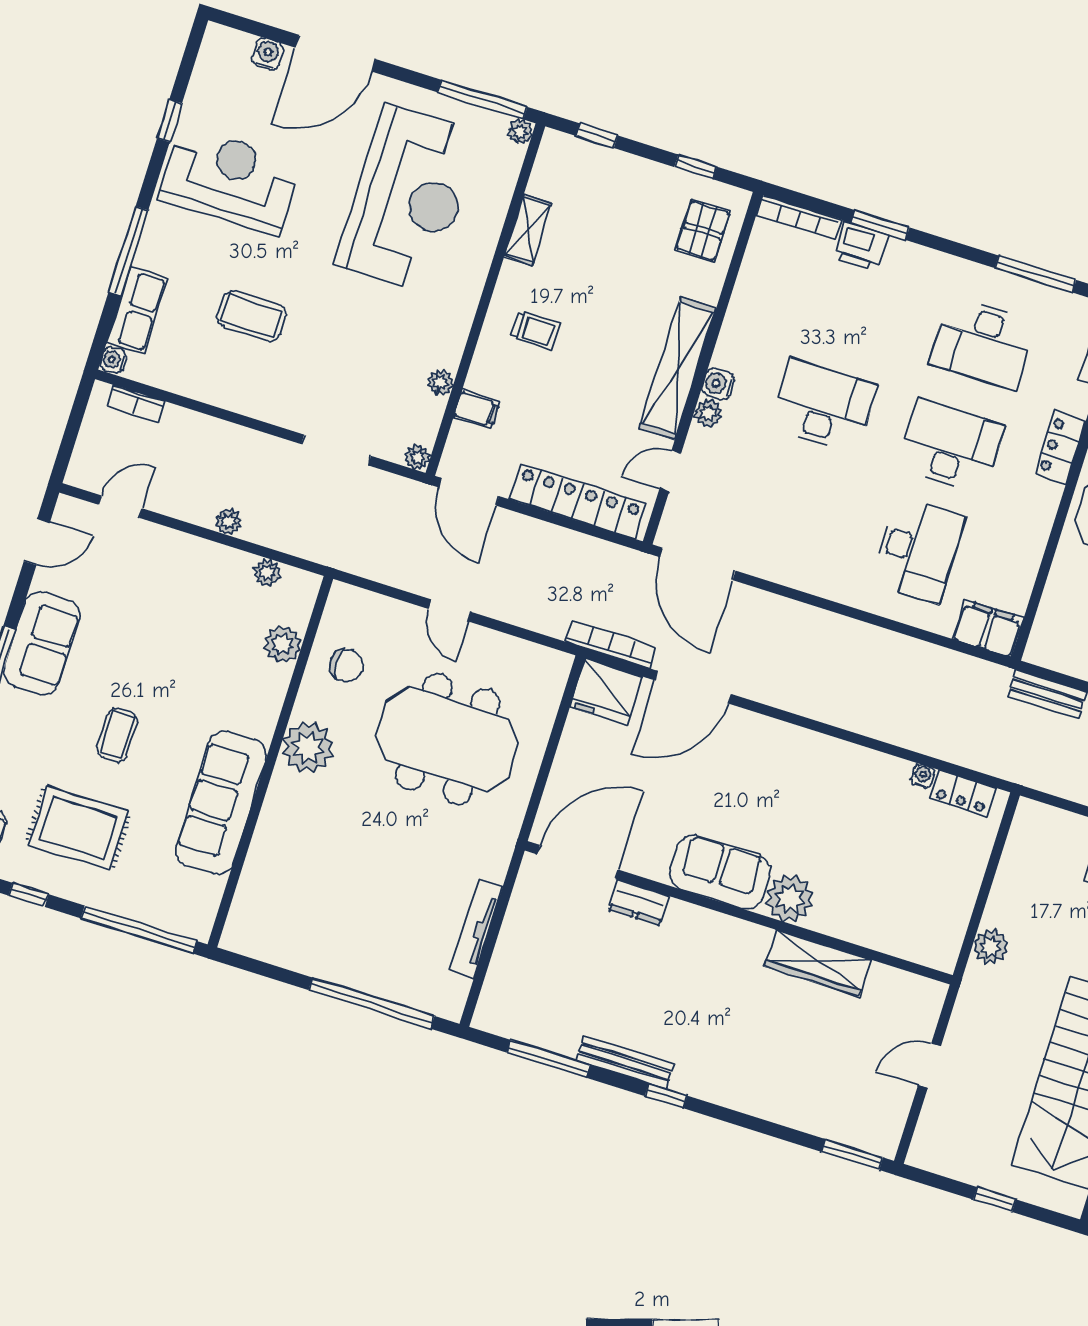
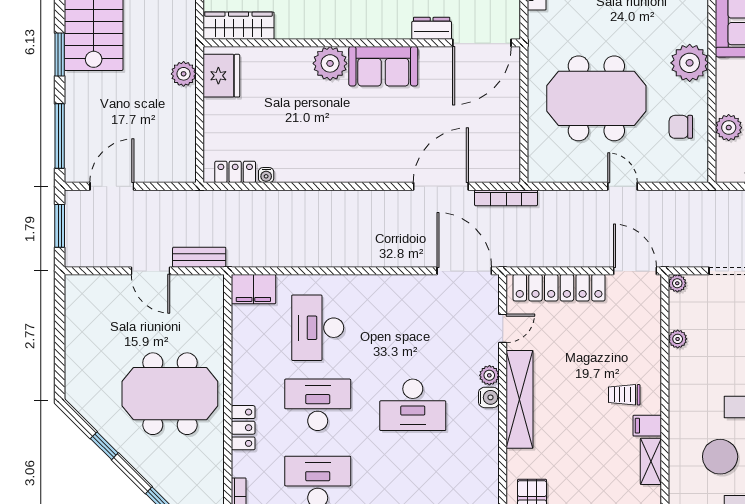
filing cabinet: (477, 409) -> (647, 426), moved
desk: (951, 446) -> (318, 405), turned 180
fridge: (606, 692) -> (221, 76), moved, turned 90
wardrobe: (818, 963) -> (239, 26), moved

